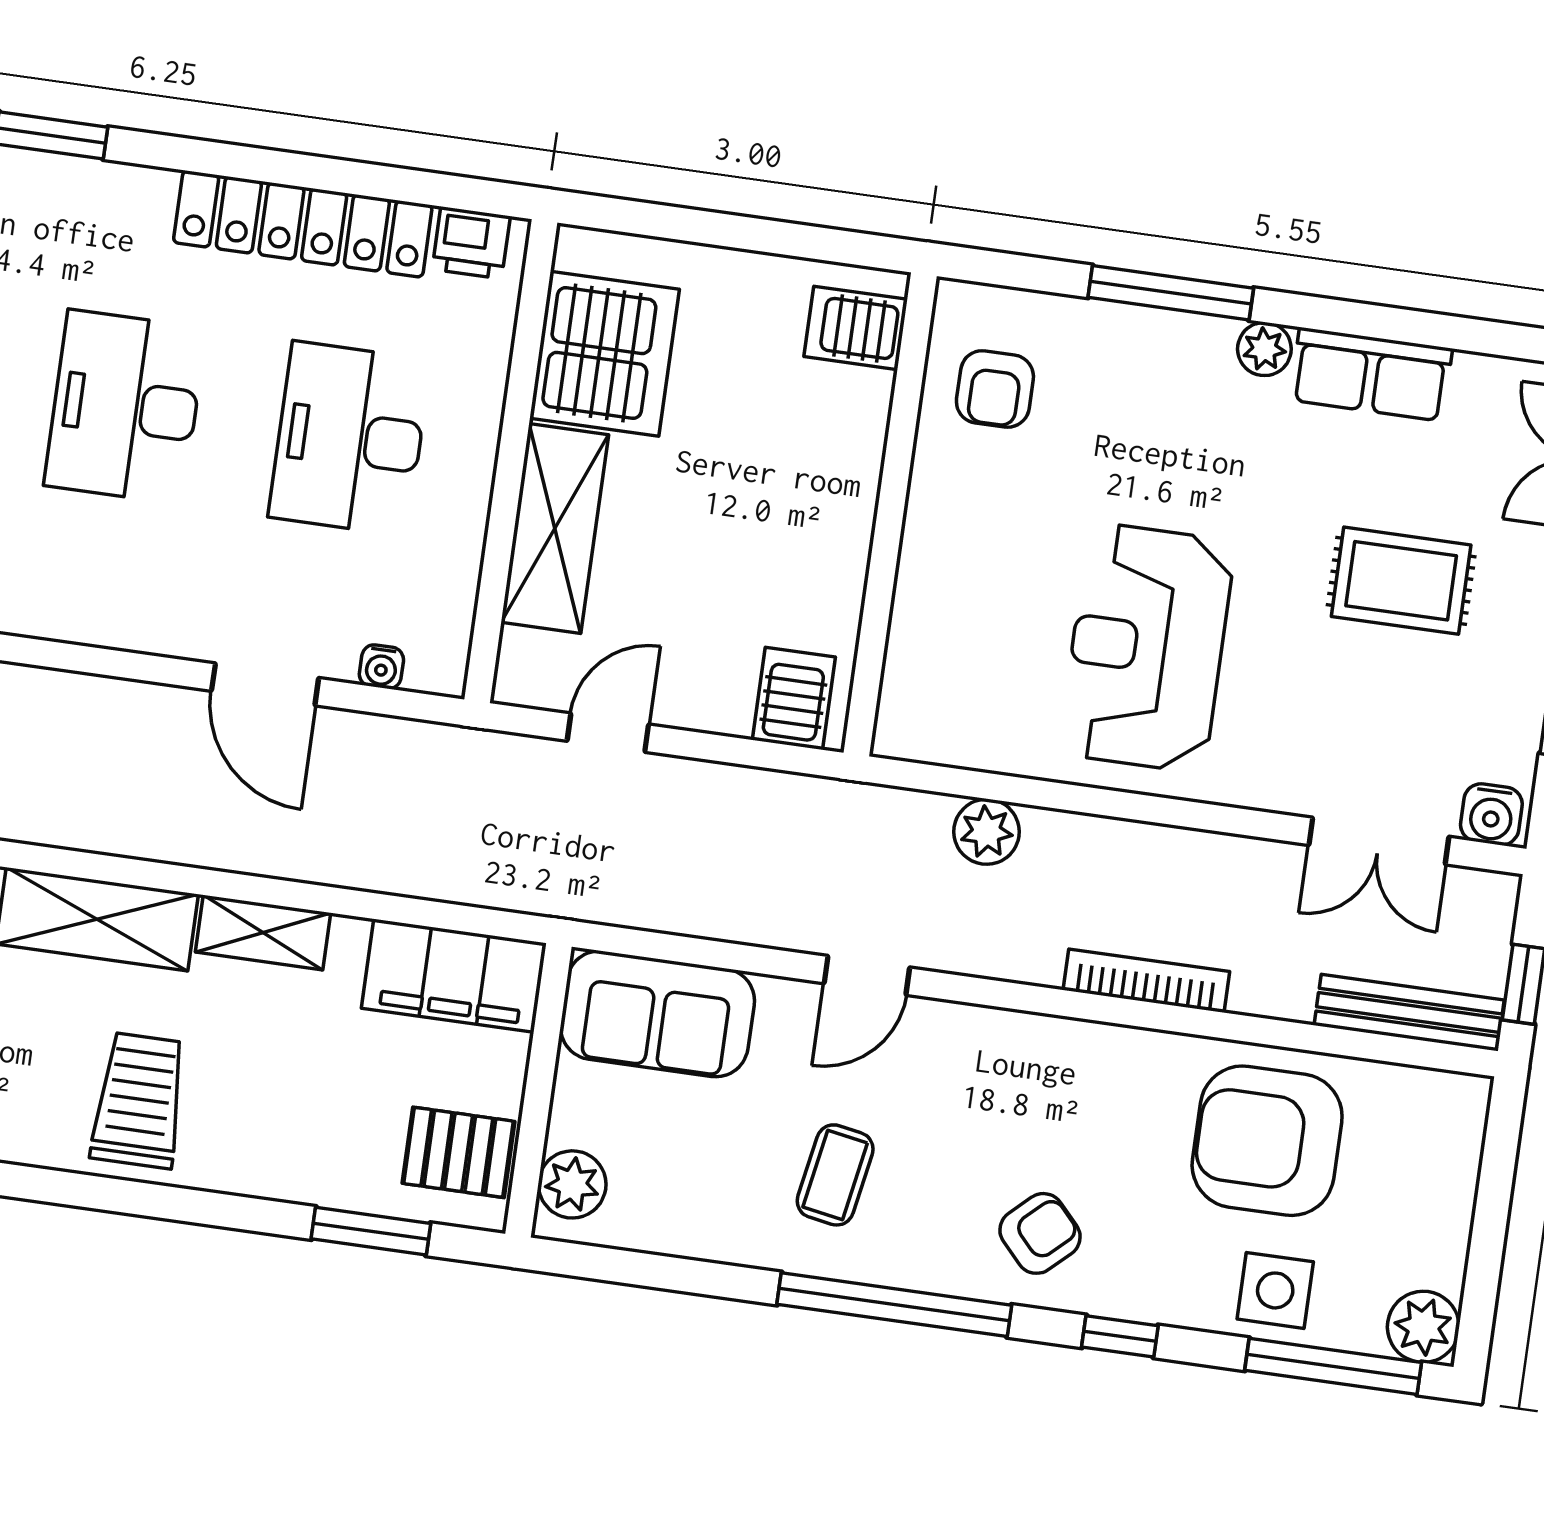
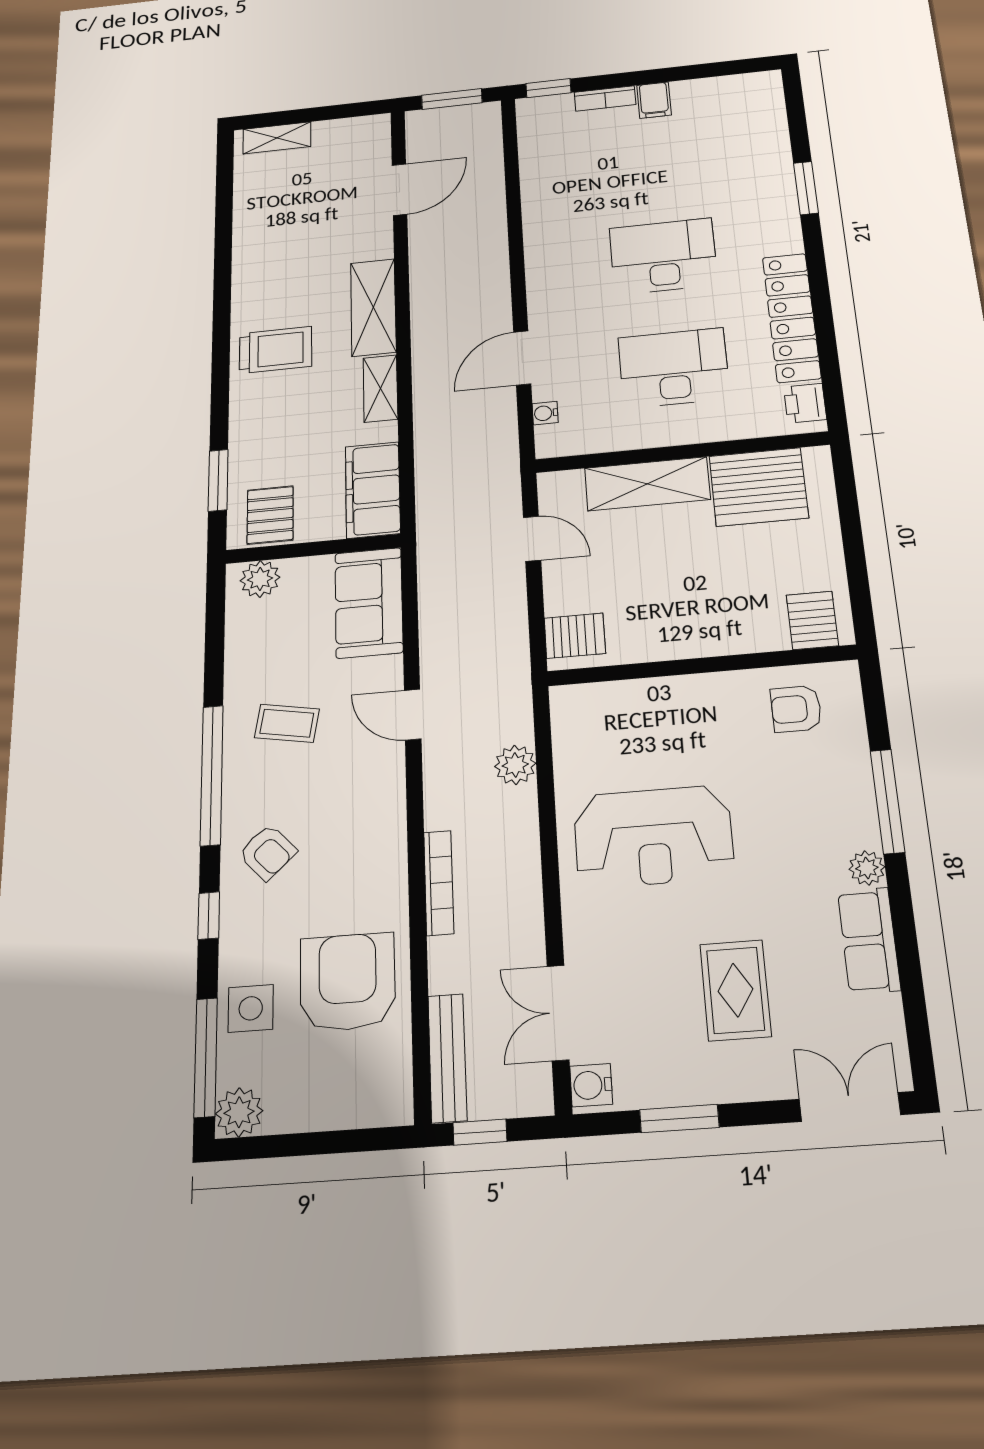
reception desk: (1147, 648) -> (653, 837), turned 180

